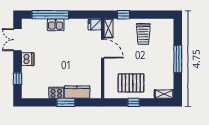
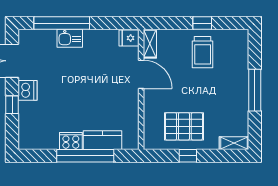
window: (124, 15) -> (202, 23), moved
window: (18, 79) -> (12, 105), moved
window: (66, 102) -> (85, 156), width x2.11

